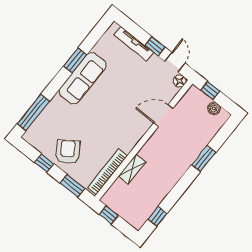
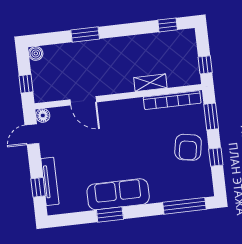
window: (155, 46) -> (38, 187), moved
boiler: (214, 108) -> (36, 53), moved
armchair: (68, 152) -> (188, 147), turned -46

